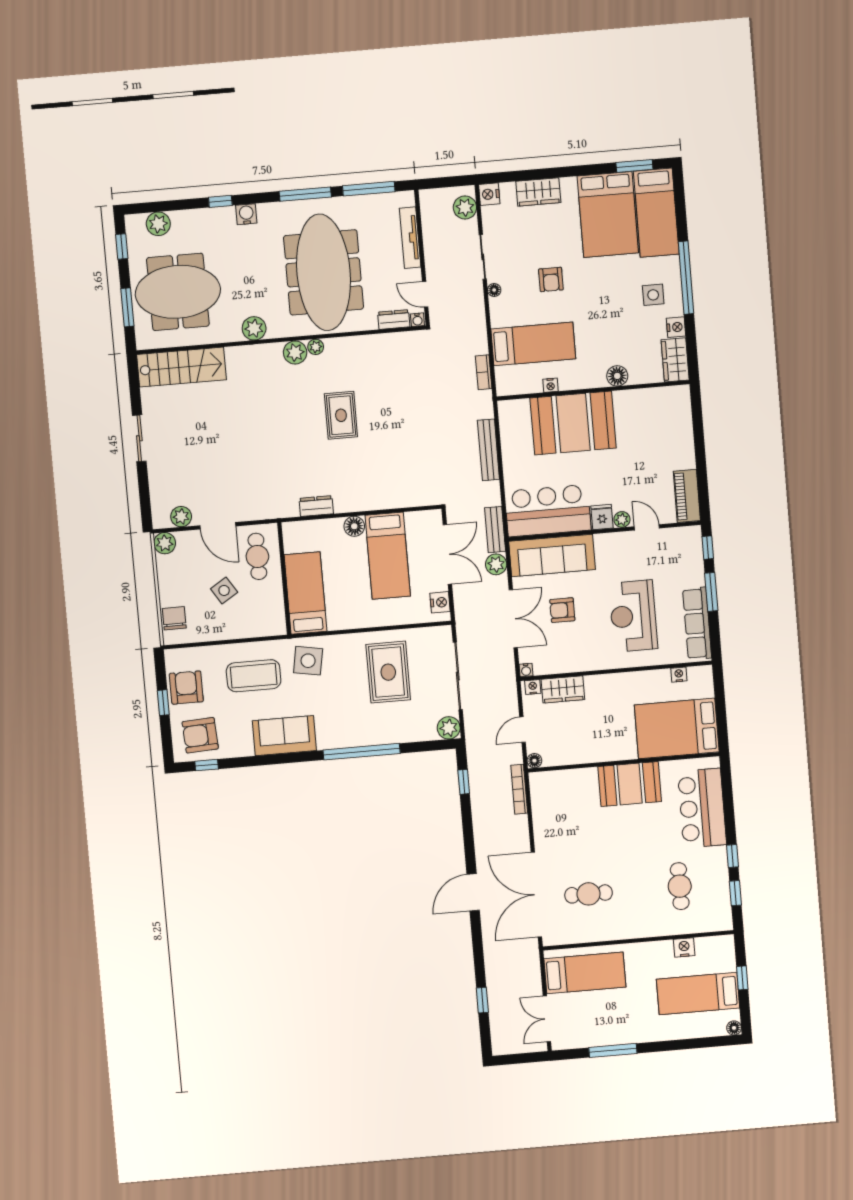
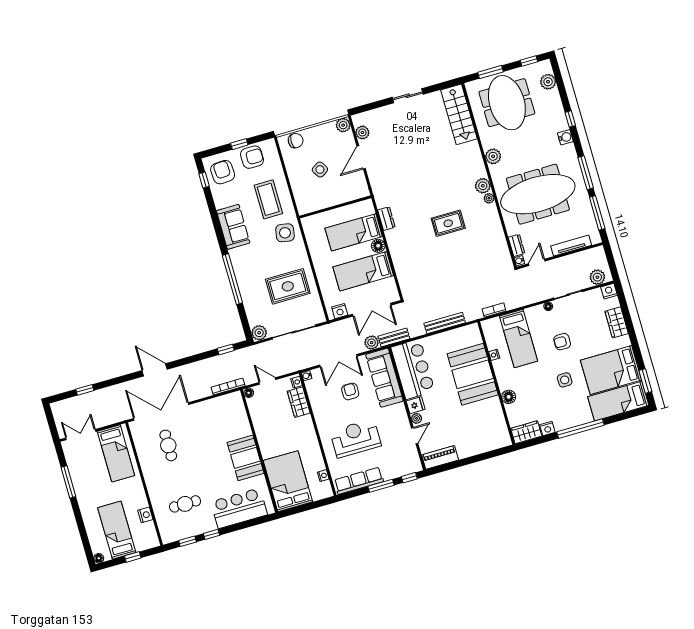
side table: (653, 295) -> (565, 380), moved
cafe table: (257, 556) -> (346, 187), removed
bed: (306, 593) -> (354, 232), moved, turned 180

